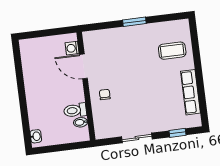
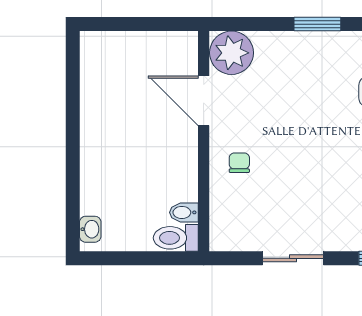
plant: (94, 41) -> (232, 53), added
washing machine: (72, 48) -> (185, 61), removed
toilet: (75, 110) -> (176, 238), moved

